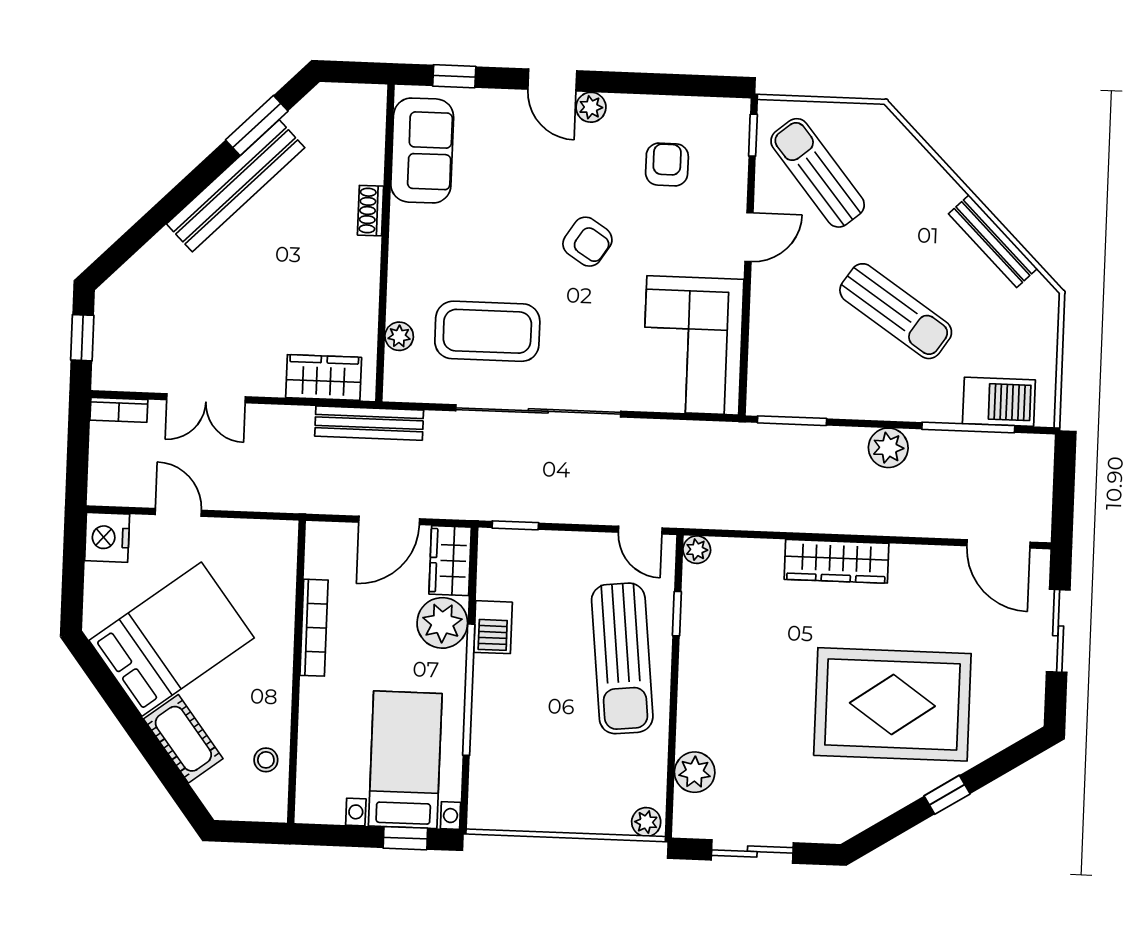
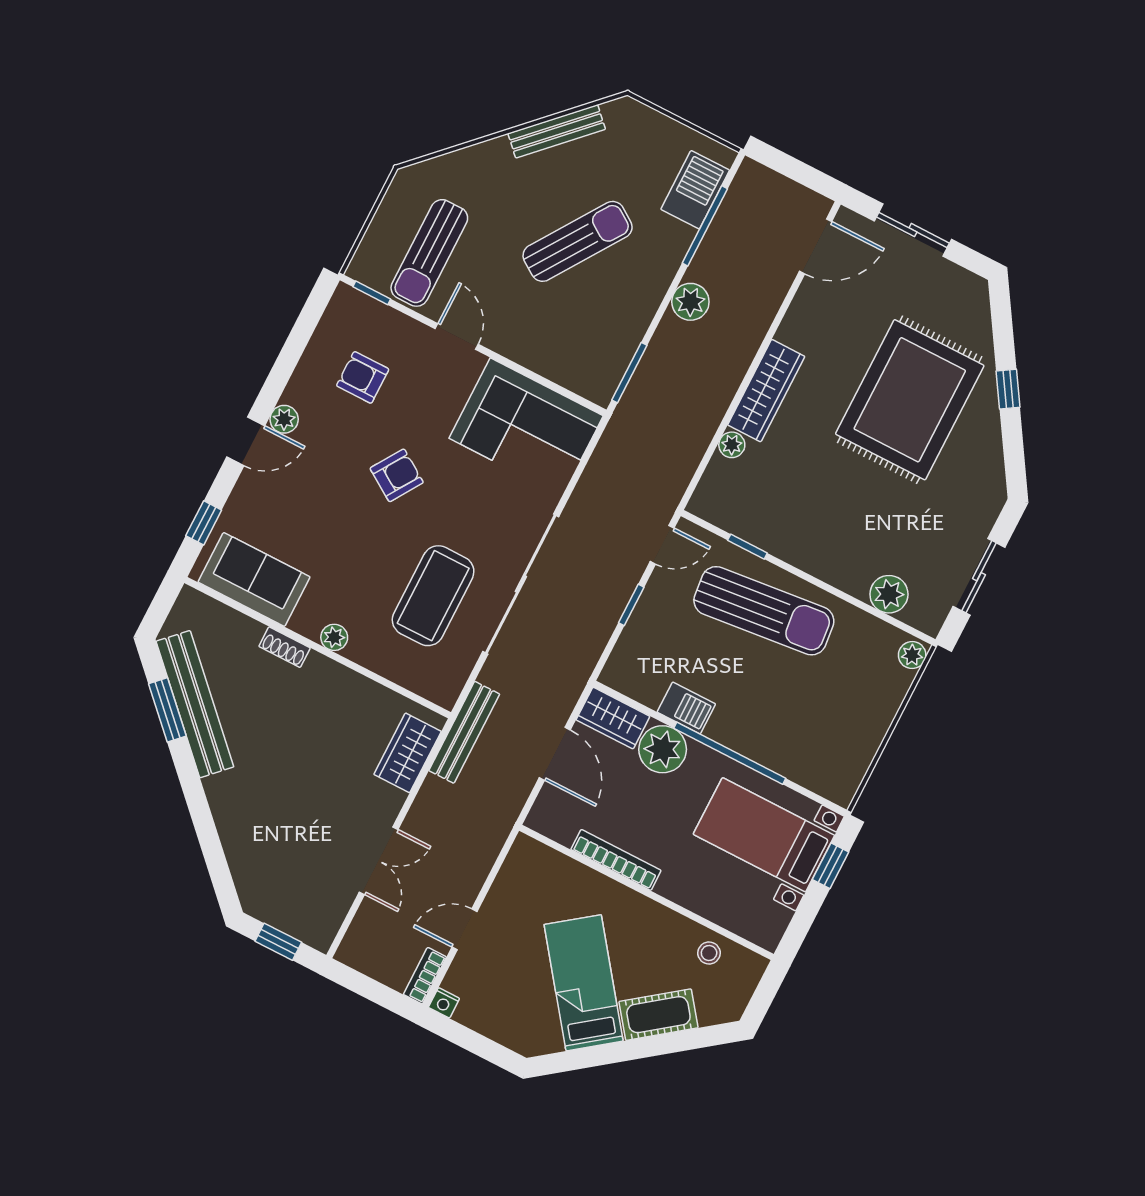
sun lounger: (818, 173) -> (429, 253), turned -51
bench: (236, 186) -> (195, 704), moved
plant: (399, 336) -> (334, 637), moved
bookcase: (119, 410) -> (425, 976), moved, turned 180
window: (515, 525) -> (631, 605), moved
nightstand: (107, 537) -> (444, 1003), width x0.53, depth x0.56
plant: (697, 550) -> (732, 445), moved
bed: (172, 639) -> (584, 983), width x0.67

